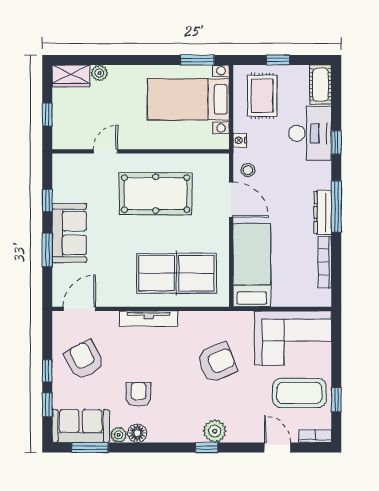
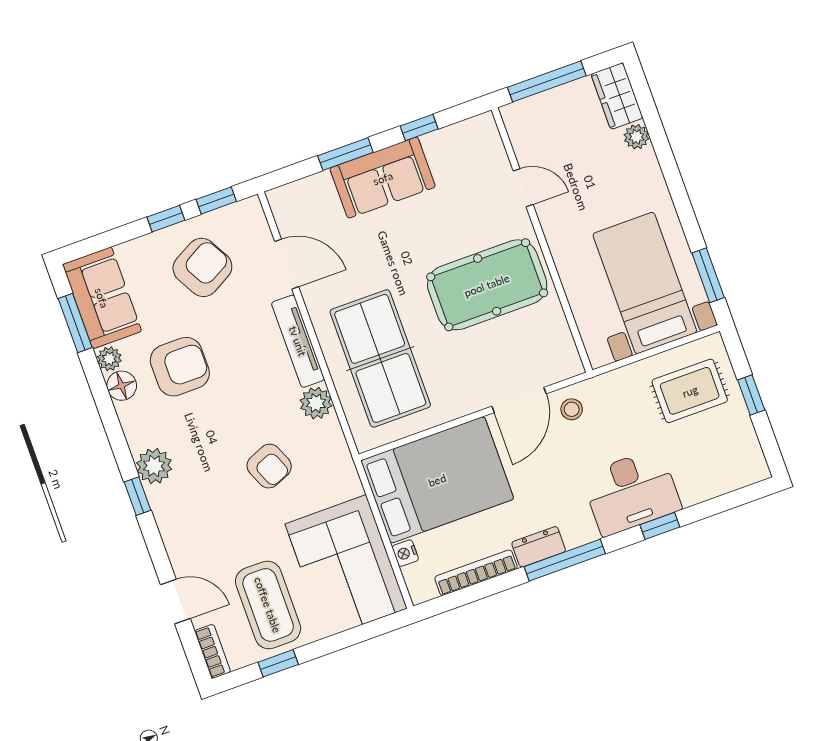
cot: (321, 85) -> (737, 472), removed
window: (47, 115) -> (547, 81), width x2.17
desk: (310, 133) -> (631, 492), moved
nightstand: (240, 140) -> (405, 553), moved, turned -90
pool table: (156, 194) -> (487, 285), turned 90
dresser: (323, 213) -> (539, 547), width x0.70
bed: (252, 265) -> (437, 480), width x1.50
door: (80, 309) -> (287, 264), moved
plant: (189, 321) -> (316, 403), added
armchair: (217, 363) -> (269, 466), width x0.72, depth x0.72
armchair: (138, 394) -> (180, 367), width x1.38, depth x1.38
window: (47, 405) -> (216, 200), moved
plant: (215, 431) -> (154, 466), moved
door: (277, 447) -> (175, 601), hinge flipped

